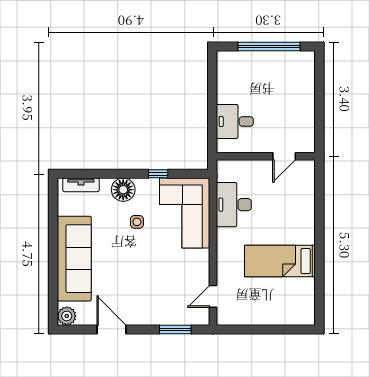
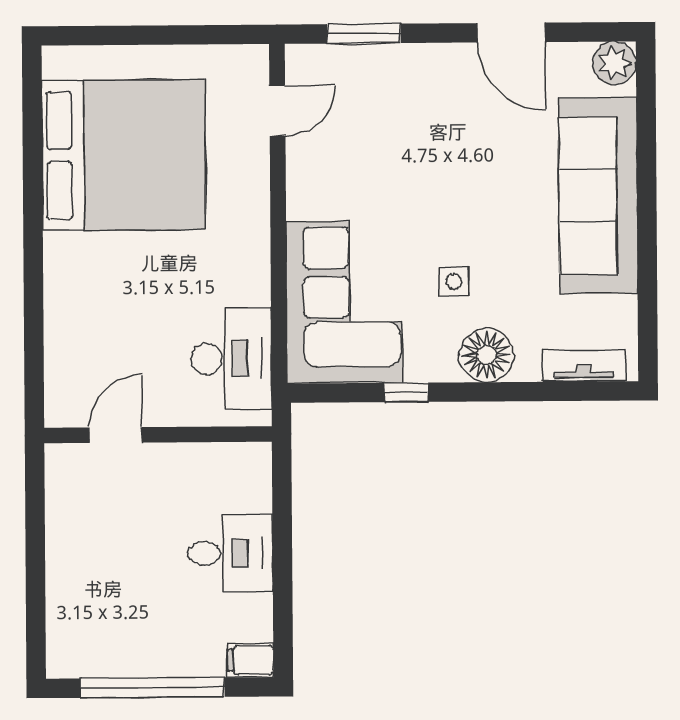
filing cabinet: (226, 58) -> (250, 660), added
desk: (235, 121) -> (230, 553), moved
desk: (234, 205) -> (231, 358), moved
bed: (280, 261) -> (124, 155), width x2.04

